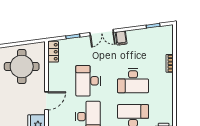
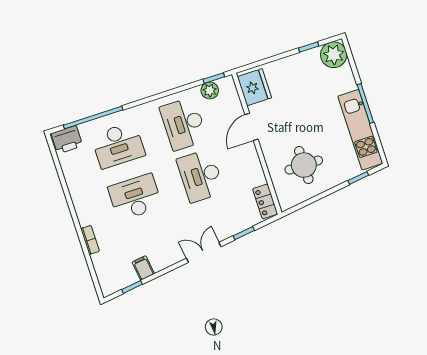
filing cabinet: (121, 38) -> (143, 268), moved
round table: (22, 67) -> (304, 165), width x0.73, depth x0.73
desk: (88, 81) -> (201, 176), turned 180

